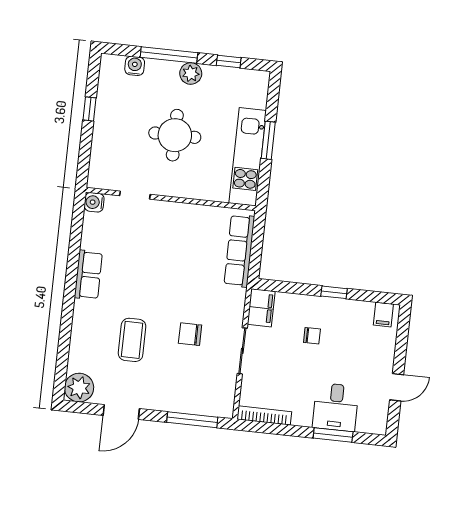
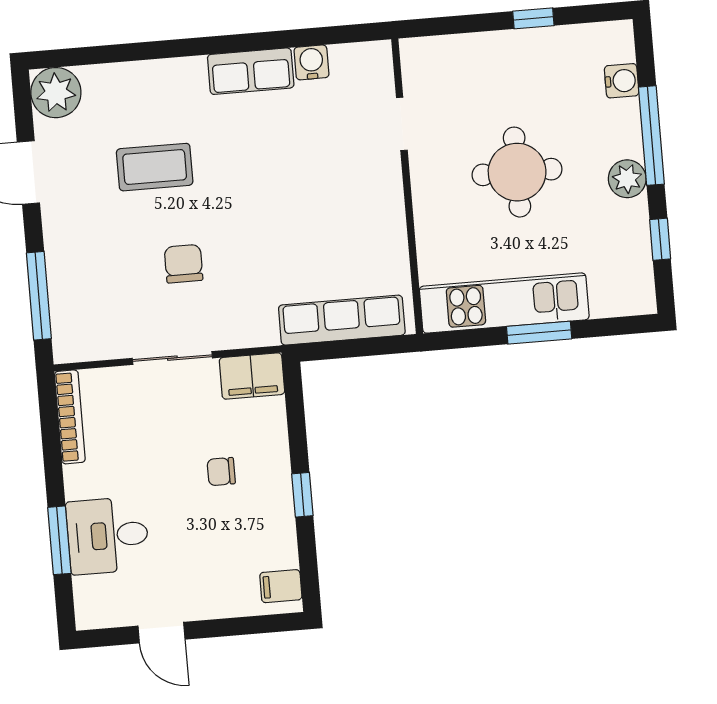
water cooler: (94, 202) -> (311, 62), moved
chair: (312, 336) -> (221, 472), turned 90

